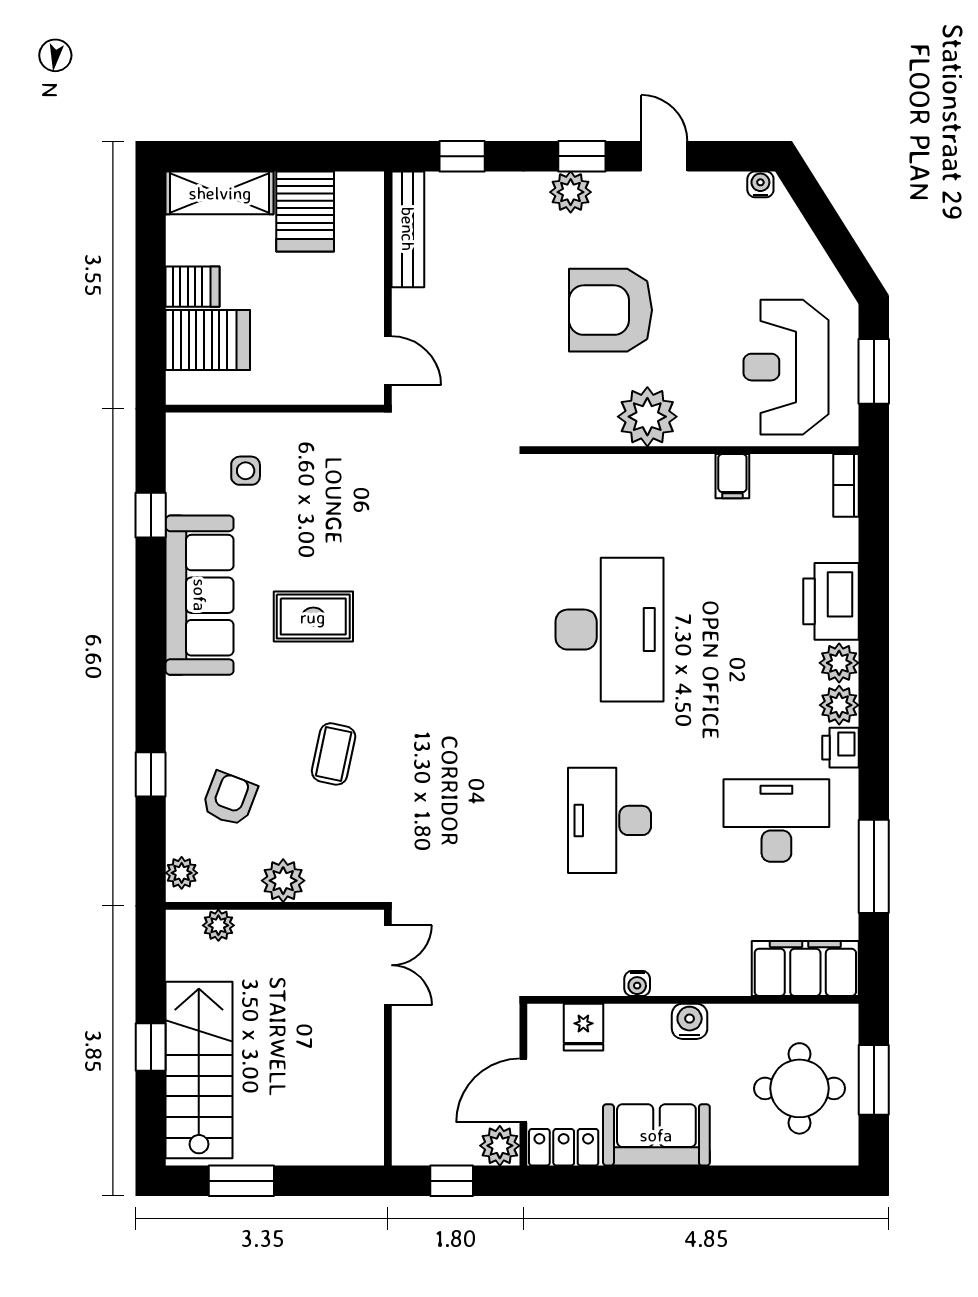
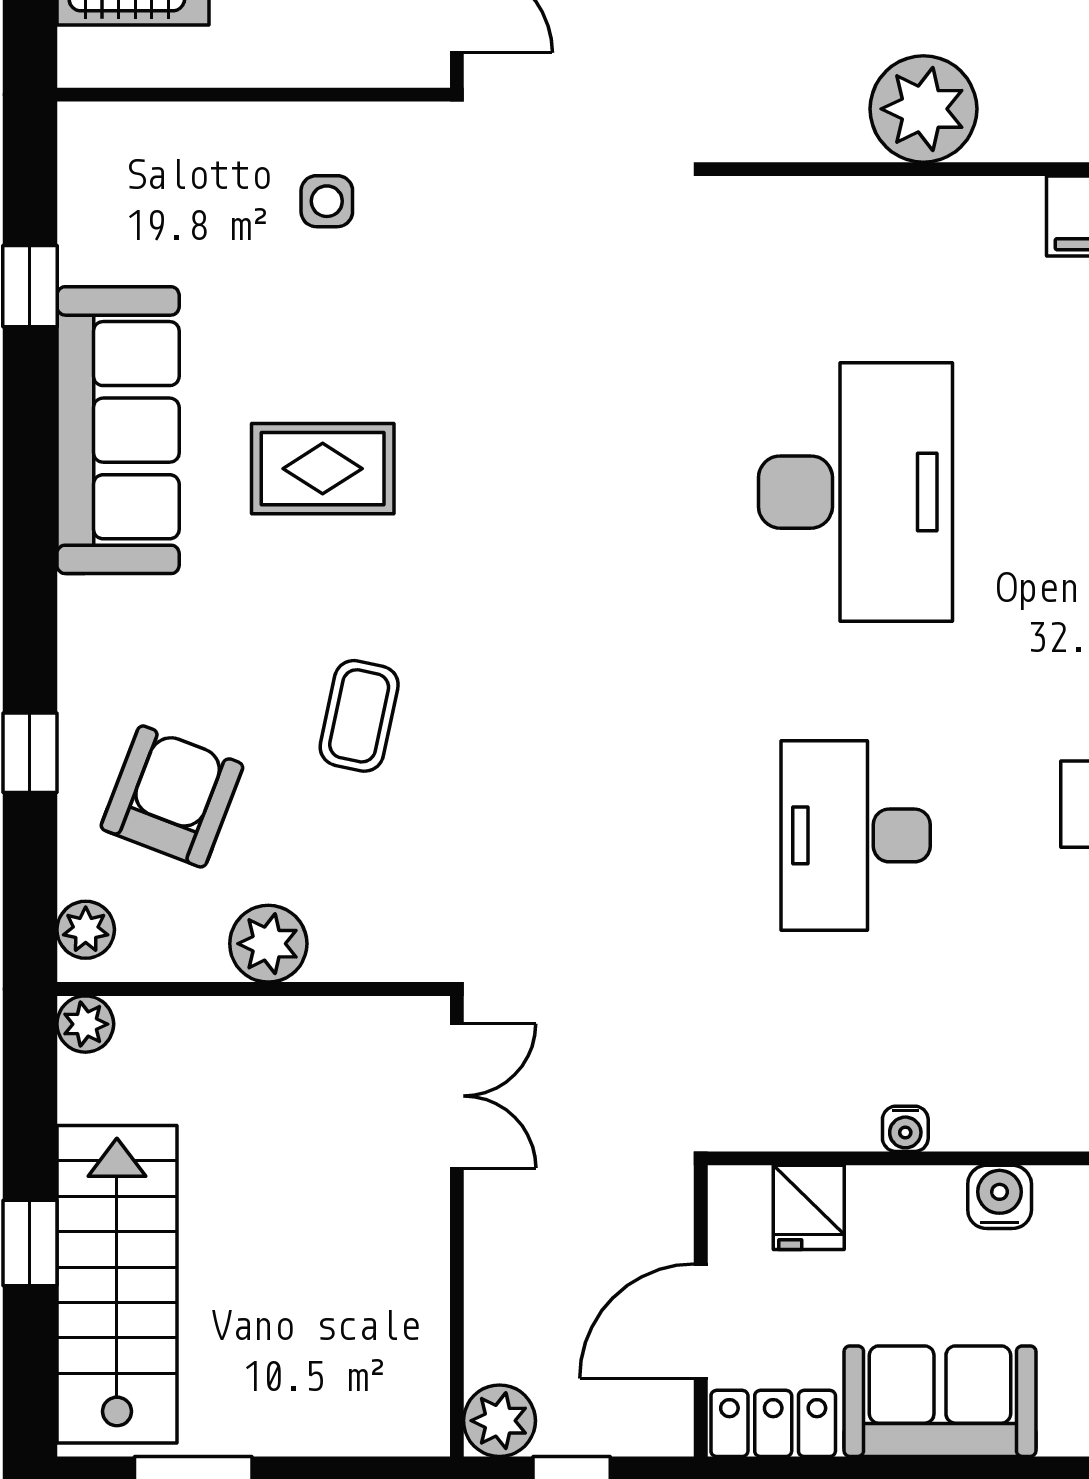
side table: (246, 471) -> (327, 201), moved
armchair: (230, 799) -> (172, 796), width x1.38, depth x1.38
plant: (218, 925) -> (85, 1024), moved
plant: (500, 1146) -> (499, 1421), moved

